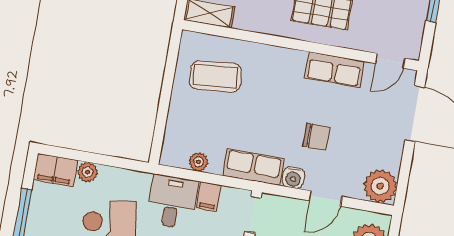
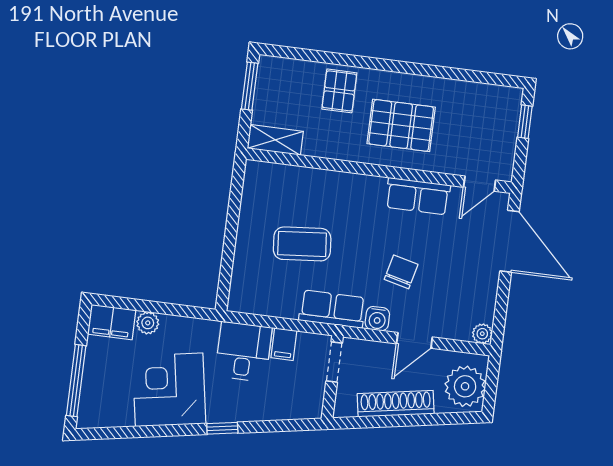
coffee table: (216, 76) -> (302, 244), moved
chair: (316, 137) -> (401, 272), turned -76
plant: (198, 162) -> (271, 306), removed
plant: (380, 186) -> (482, 334), width x0.53, depth x0.53

